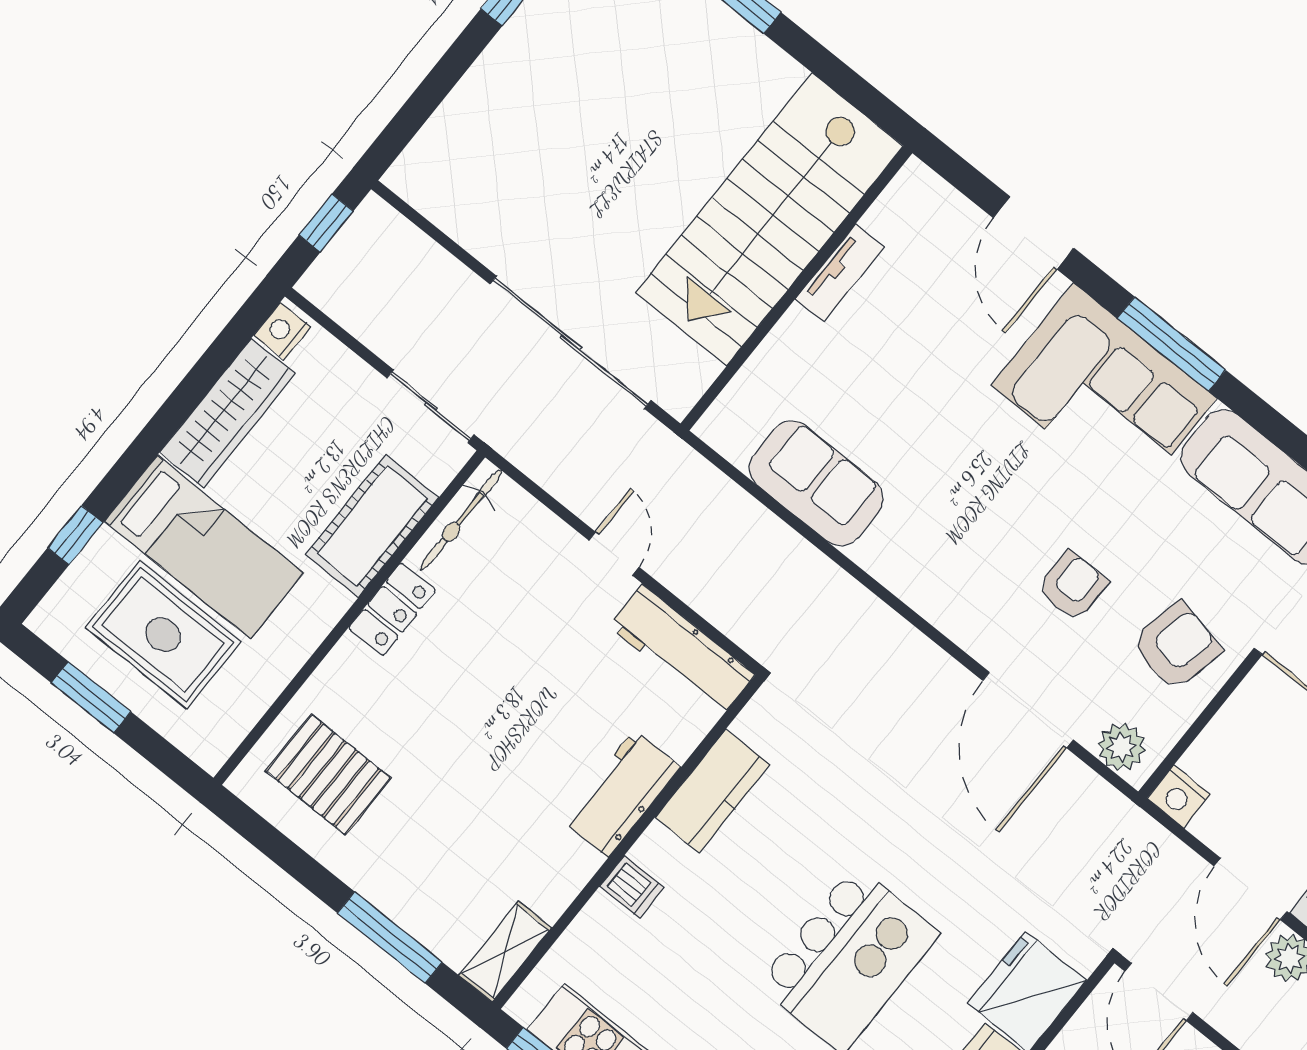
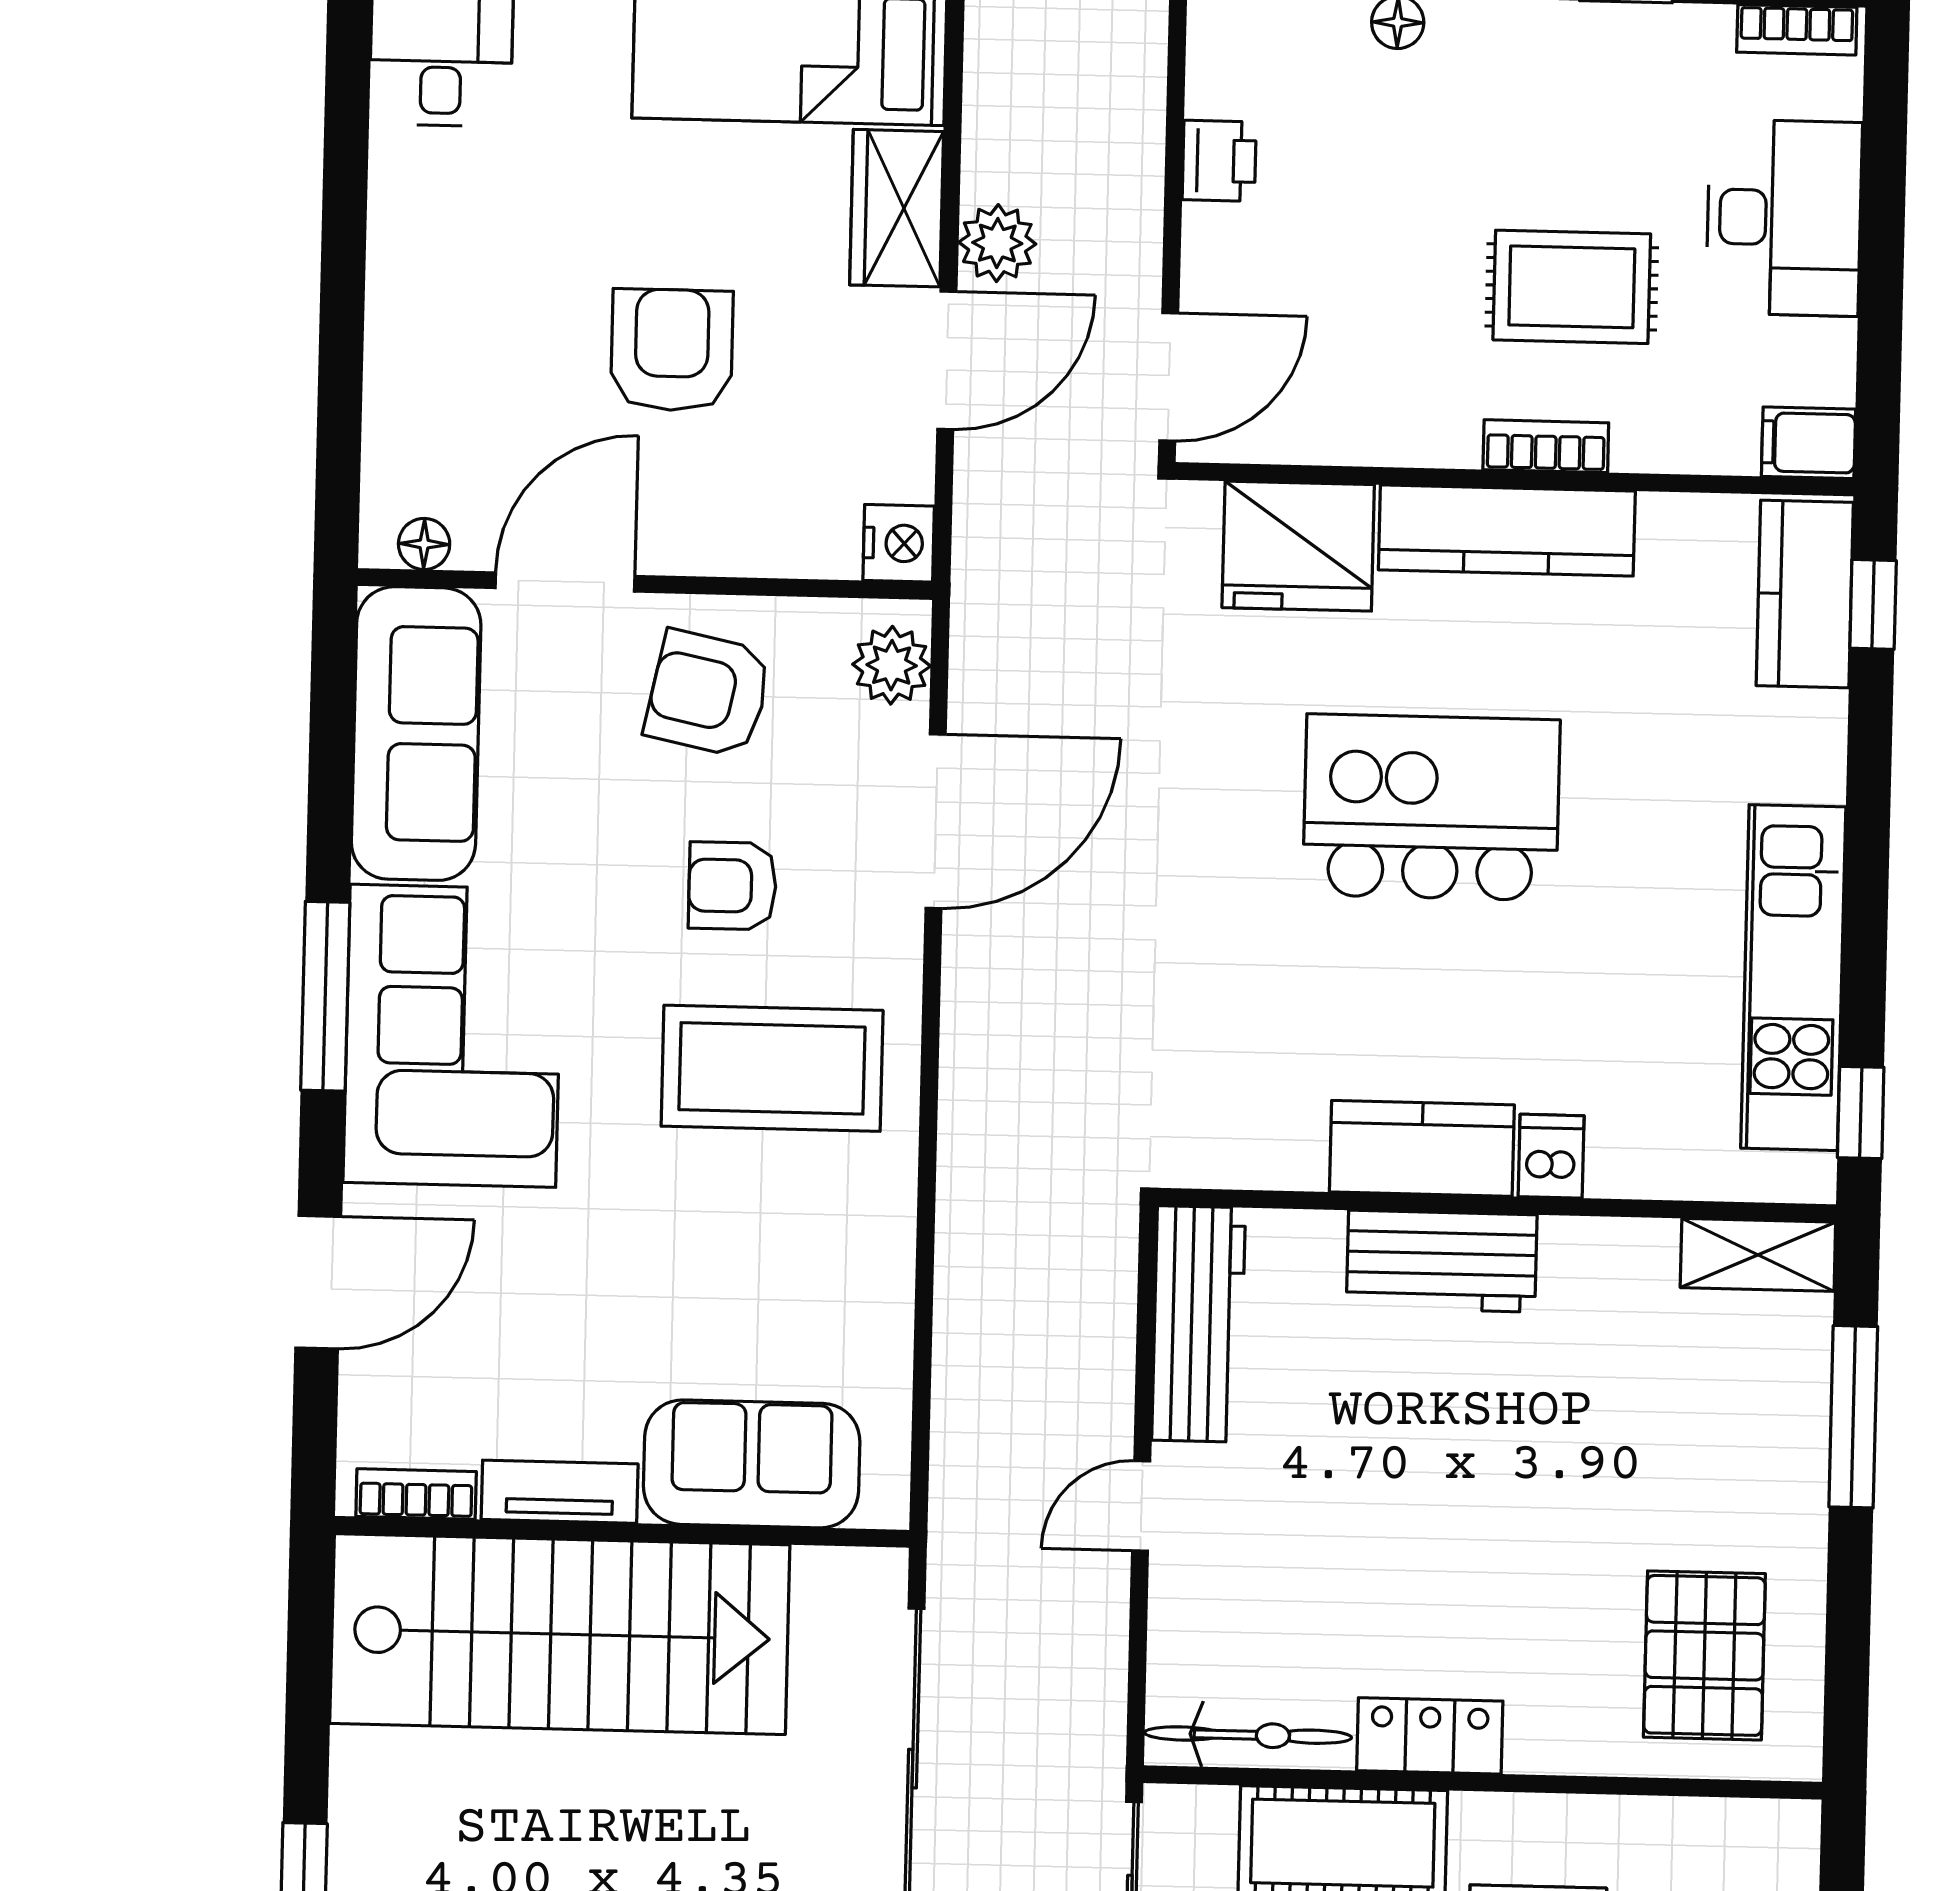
bookcase: (892, 201) -> (416, 1494), added
sofa: (816, 483) -> (752, 1464), moved, turned 90
coffee table: (968, 537) -> (772, 1068), added
kitchen counter: (713, 791) -> (1422, 1148), moved

